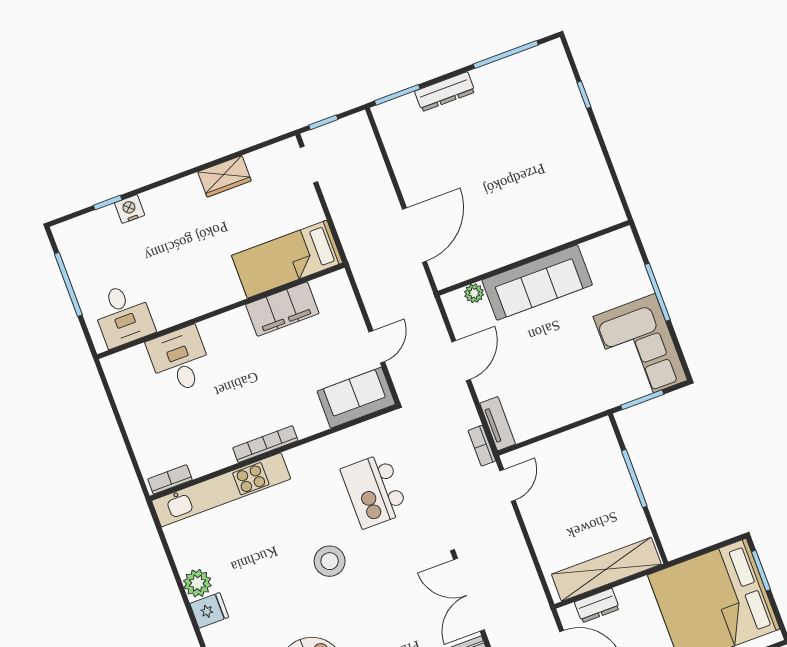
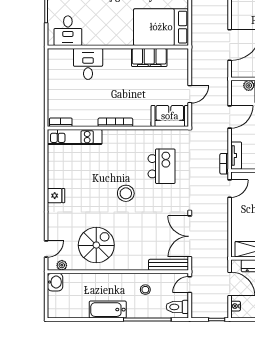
bed: (287, 259) -> (161, 27), width x1.50
kitchen unit: (221, 490) -> (75, 137), width x0.73
kitchen island: (374, 491) -> (162, 166), turned 180
plant: (197, 583) -> (55, 180), removed

